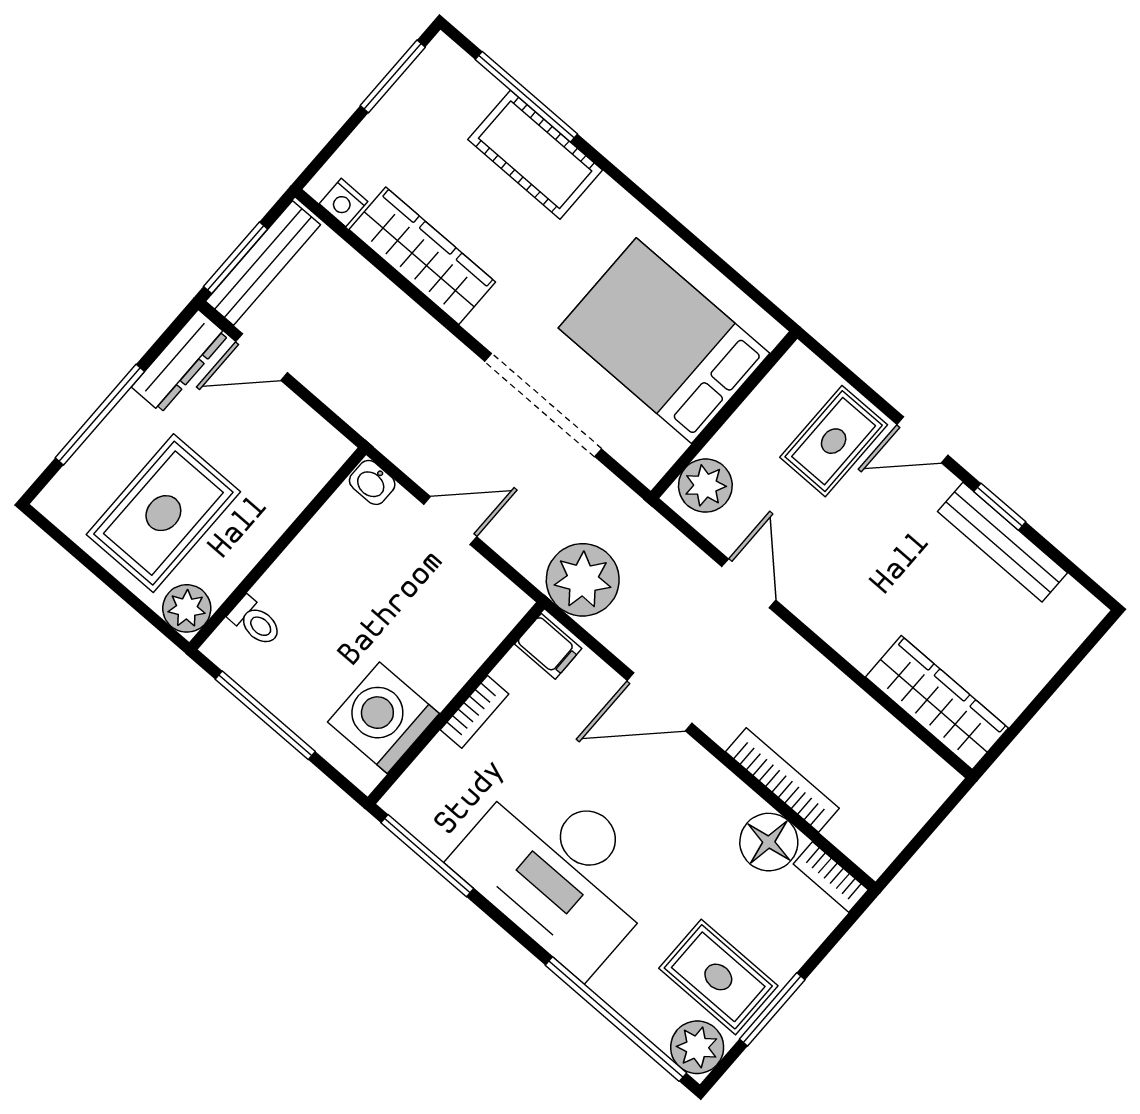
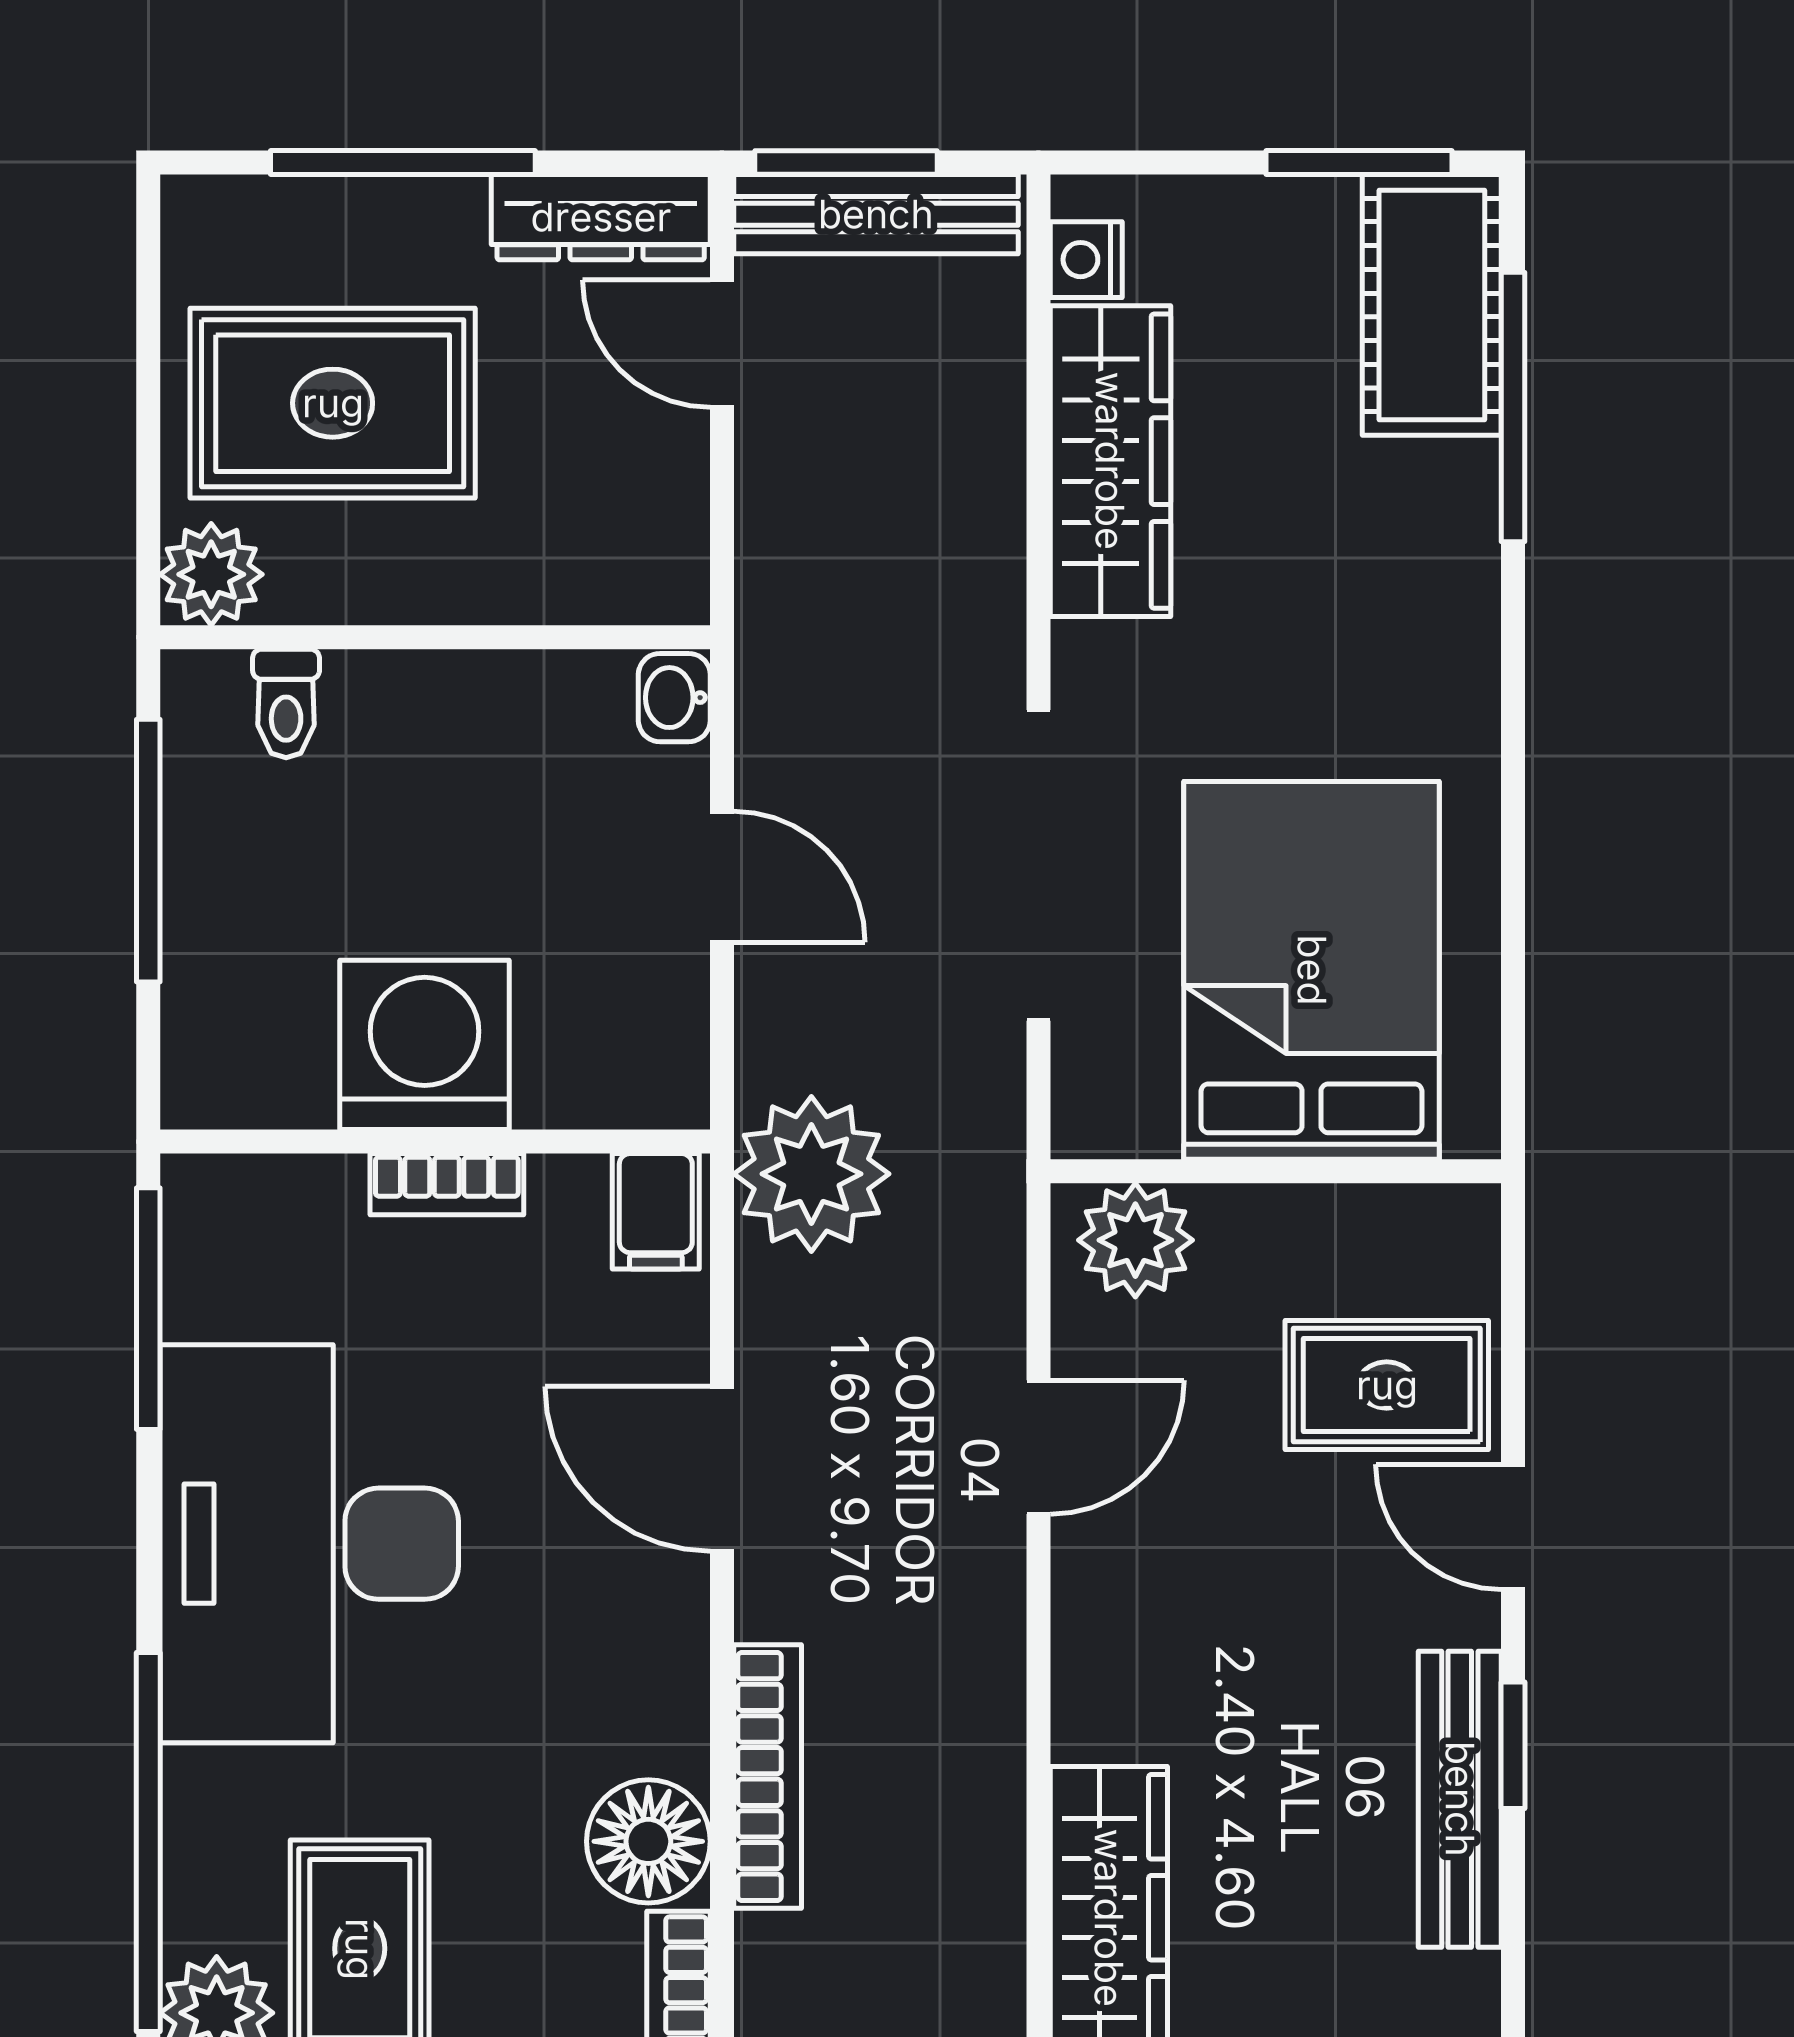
cot: (535, 155) -> (1432, 305), moved
washing machine: (383, 718) -> (425, 1045), moved

